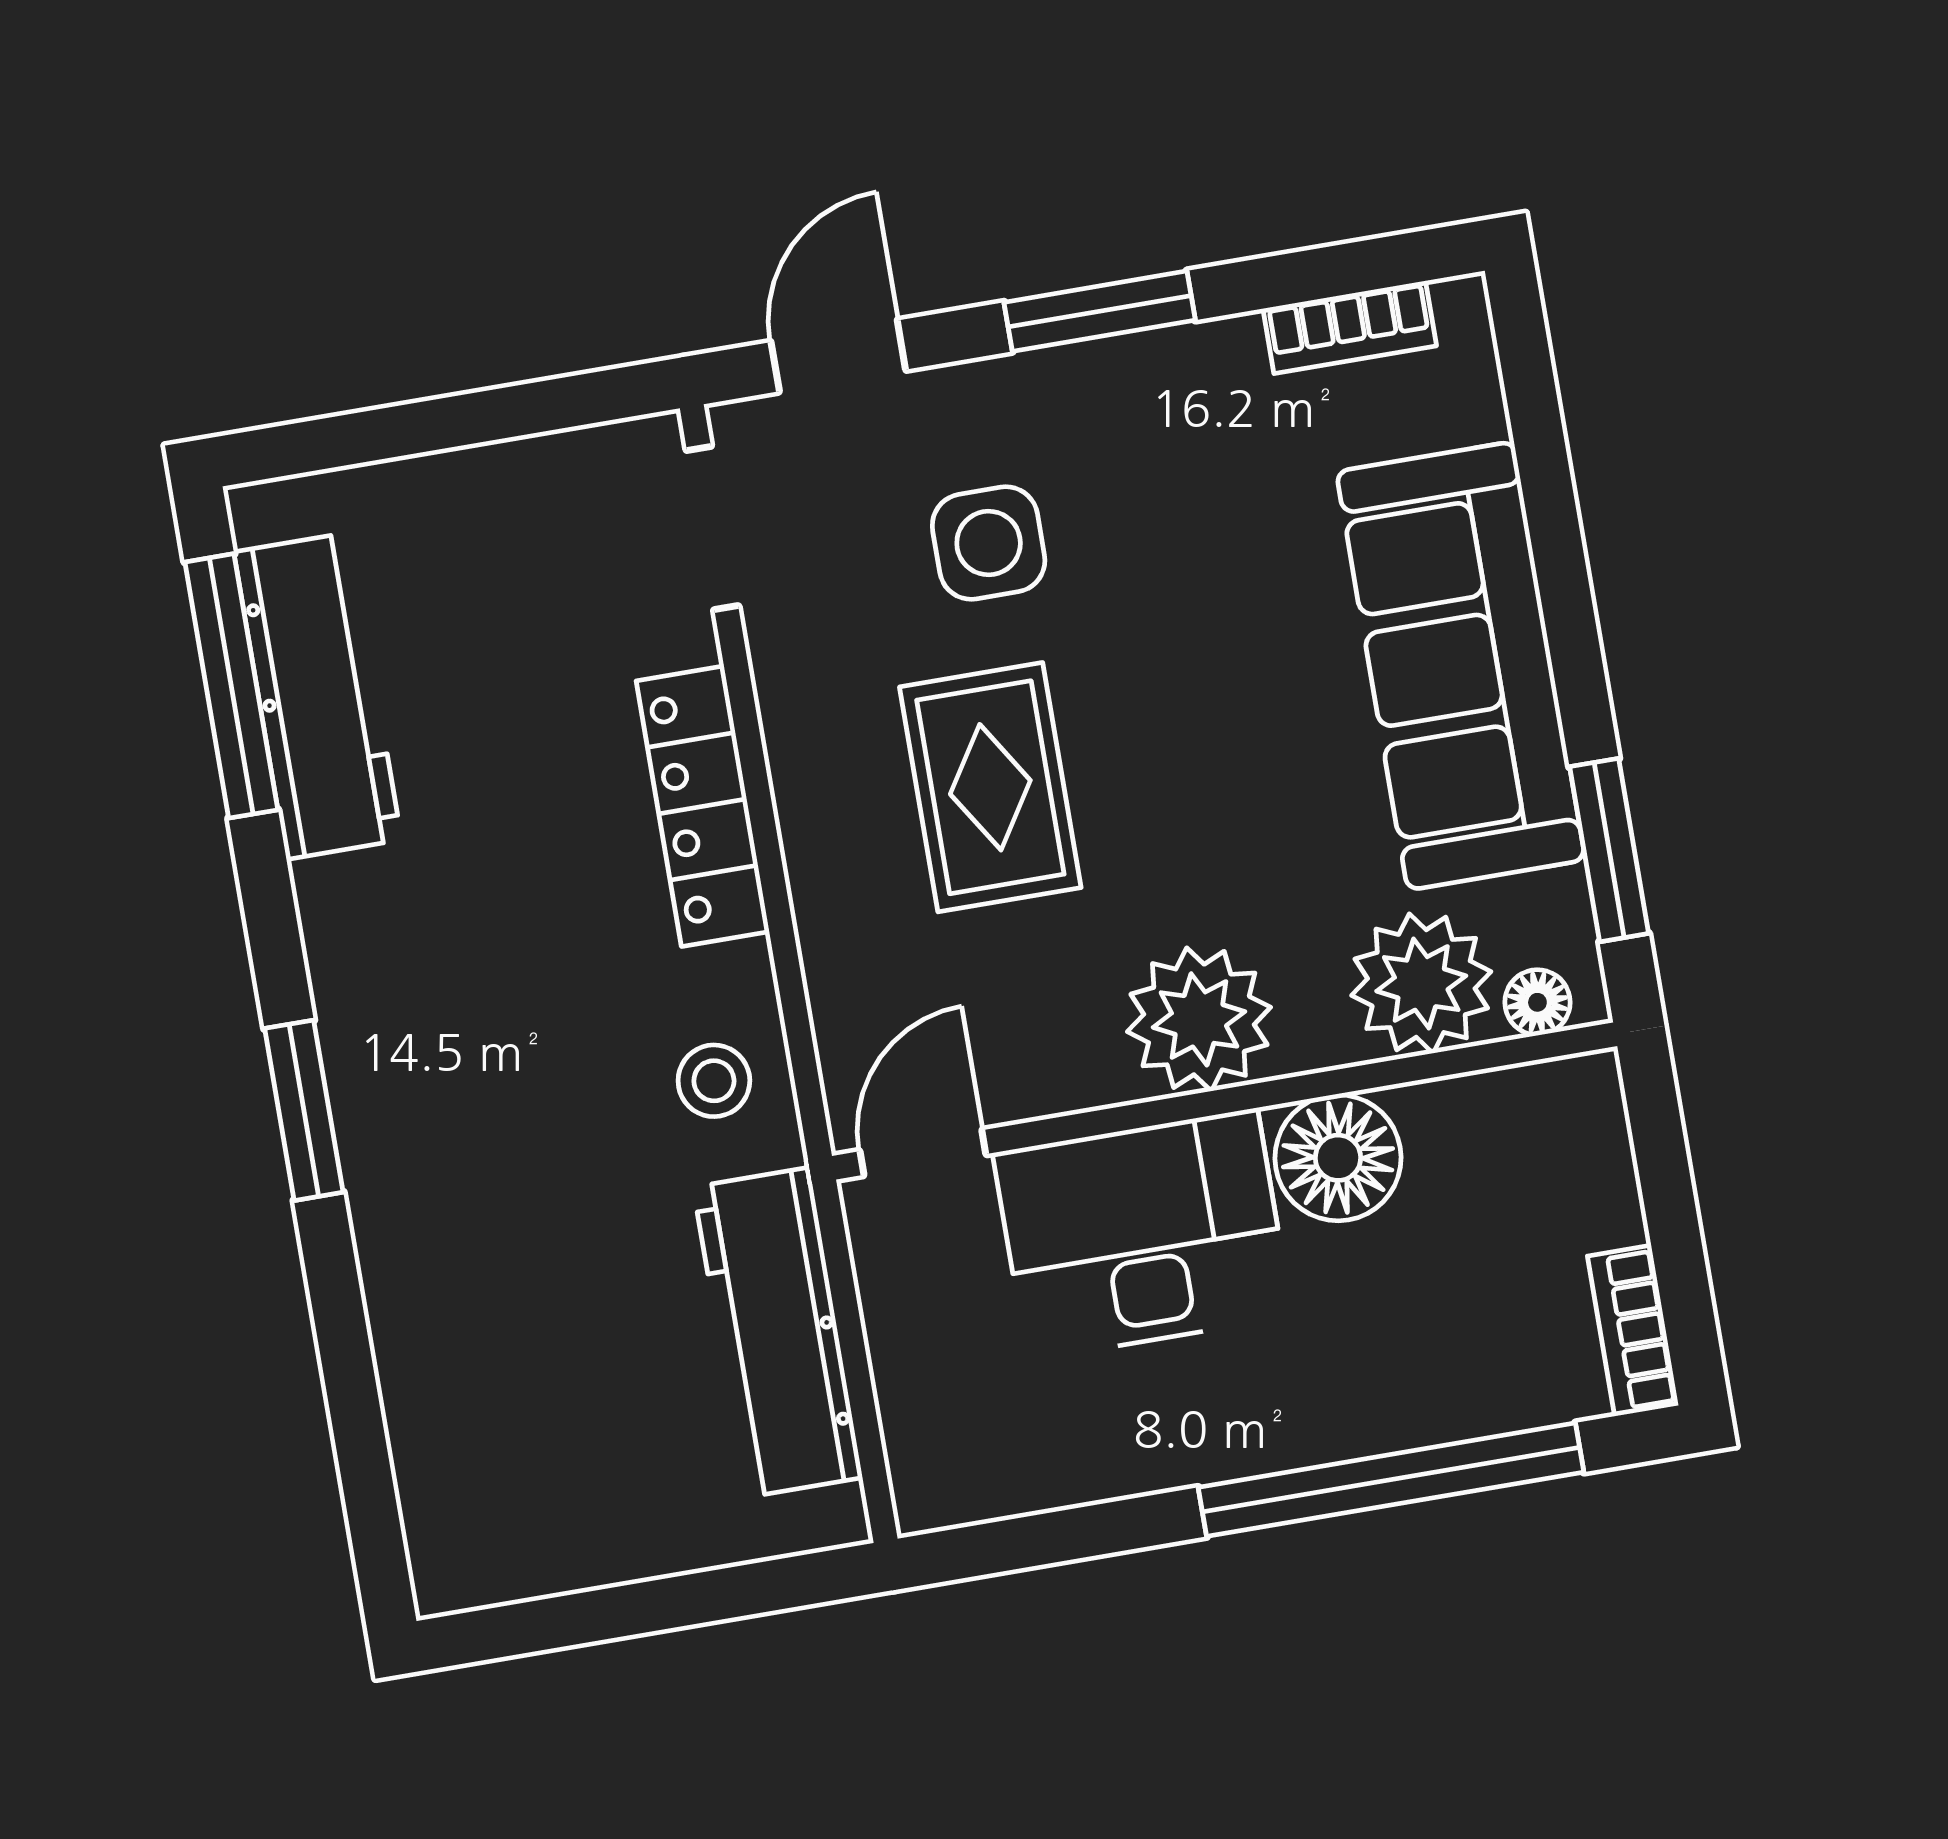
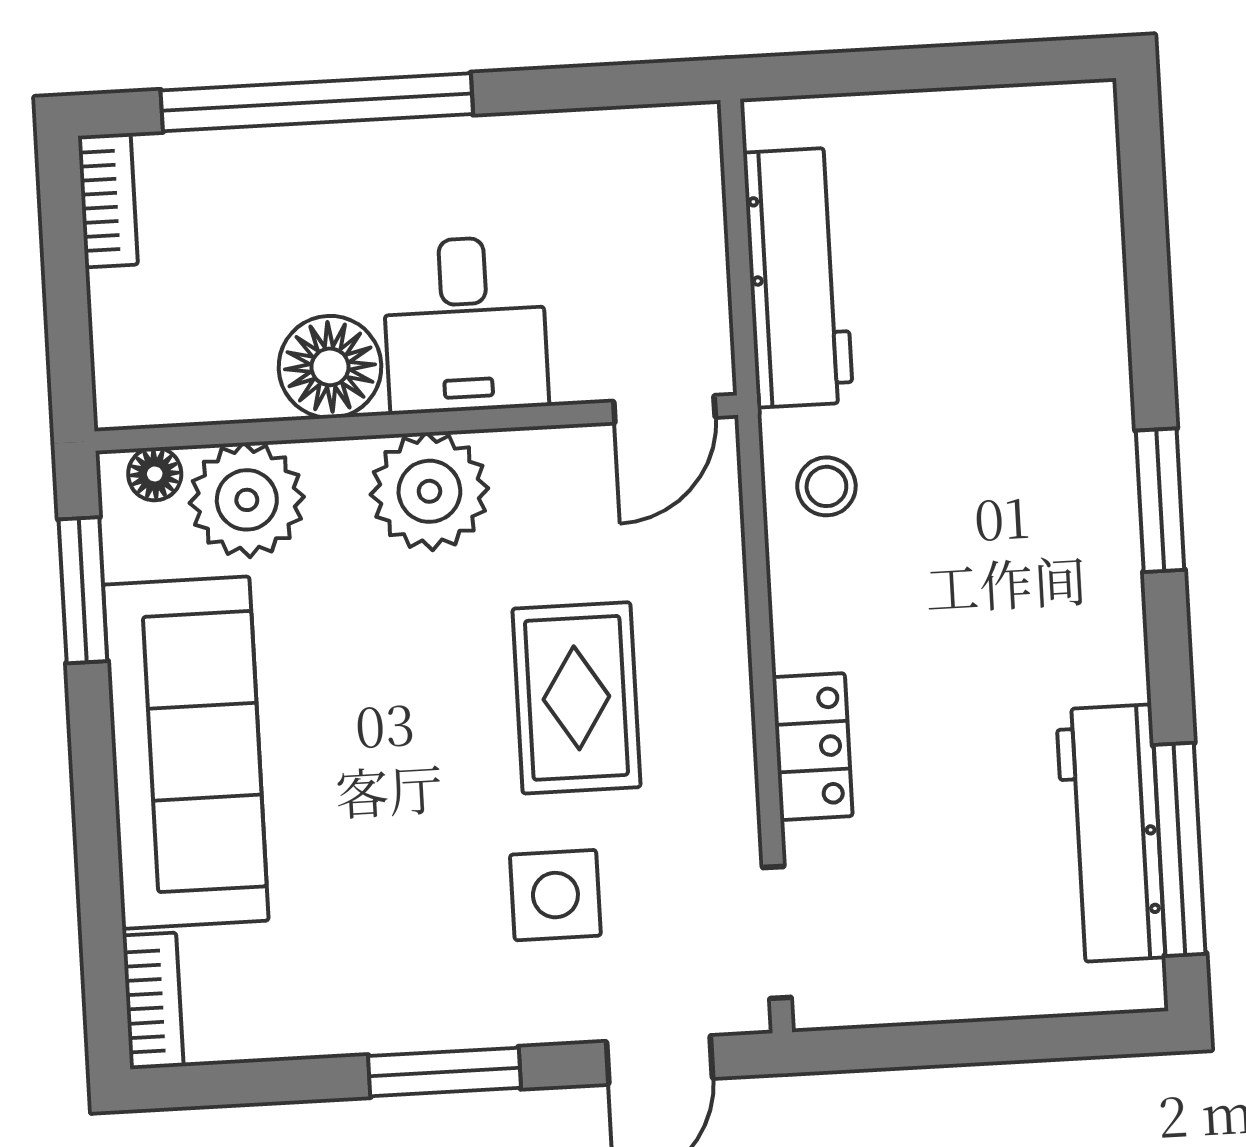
bookcase: (1350, 327) -> (153, 1001), moved, turned 90
locker: (703, 806) -> (812, 747), width x0.66
desk: (1143, 1234) -> (465, 325), width x0.73

